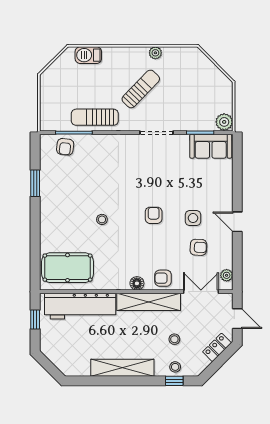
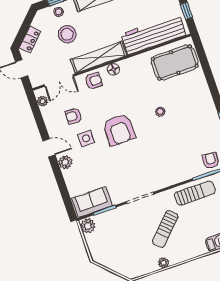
plant: (225, 200) -> (65, 162), added
armchair: (154, 215) -> (119, 130), width x1.88, depth x1.88
stool: (174, 339) -> (67, 34), width x1.89, depth x1.89

